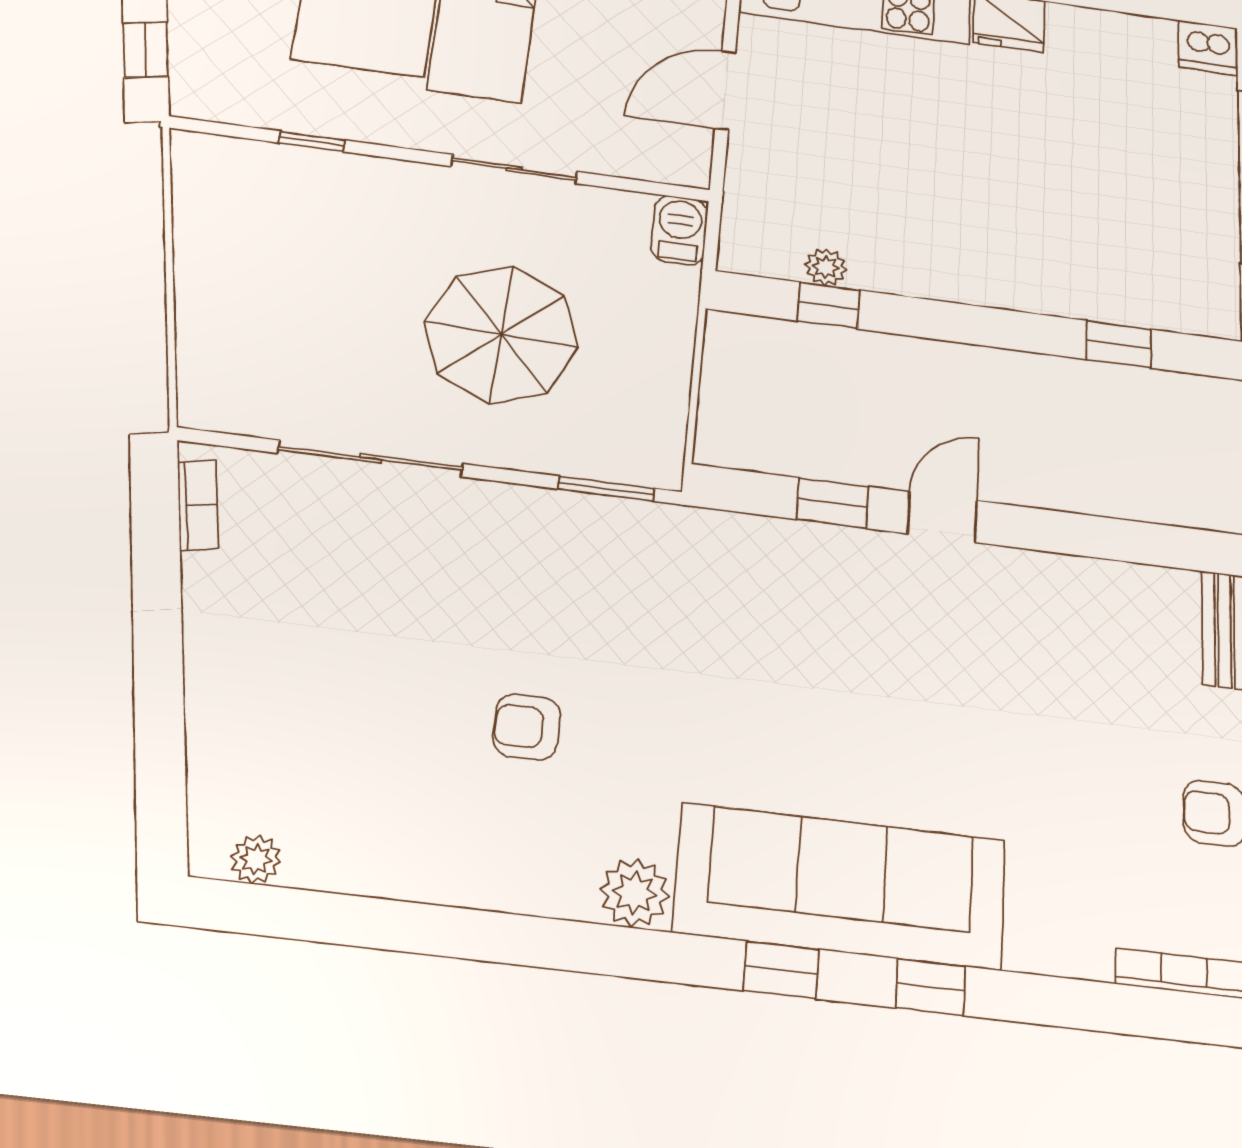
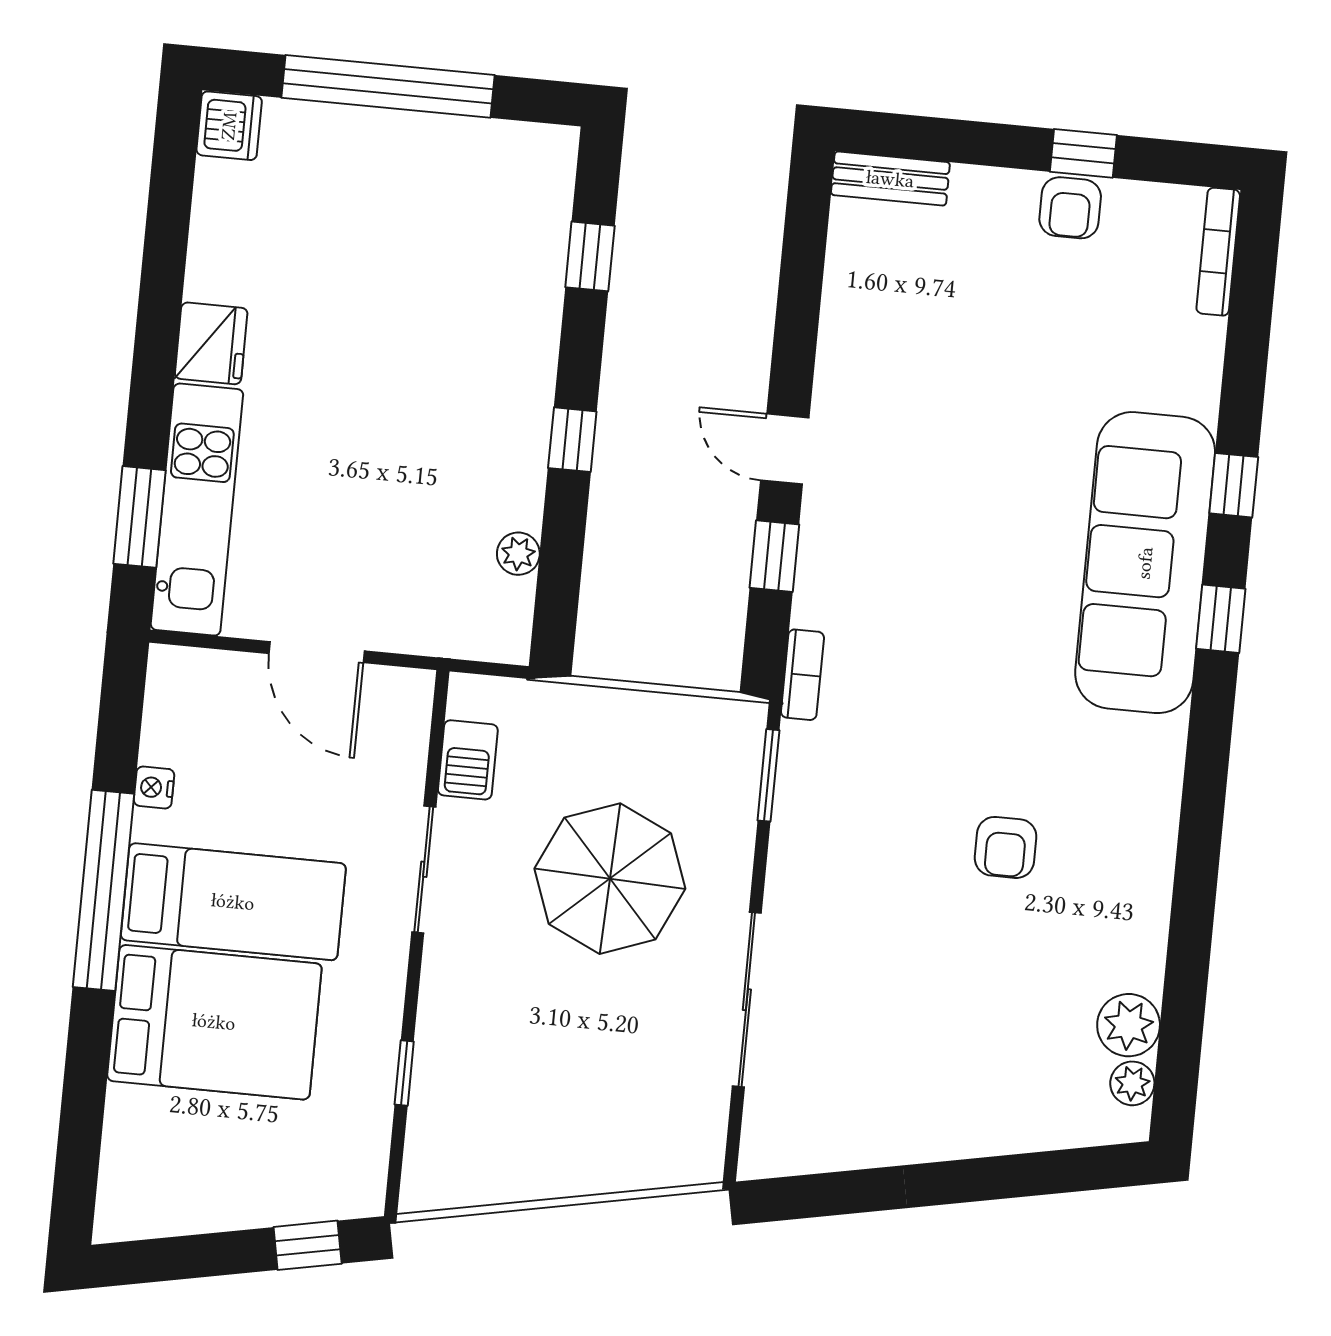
barbecue: (679, 230) -> (468, 760), moved, turned -90
window: (829, 305) -> (572, 440), moved
bookcase: (198, 505) -> (802, 675), moved, turned 101
plant: (635, 893) -> (1129, 1025), moved

